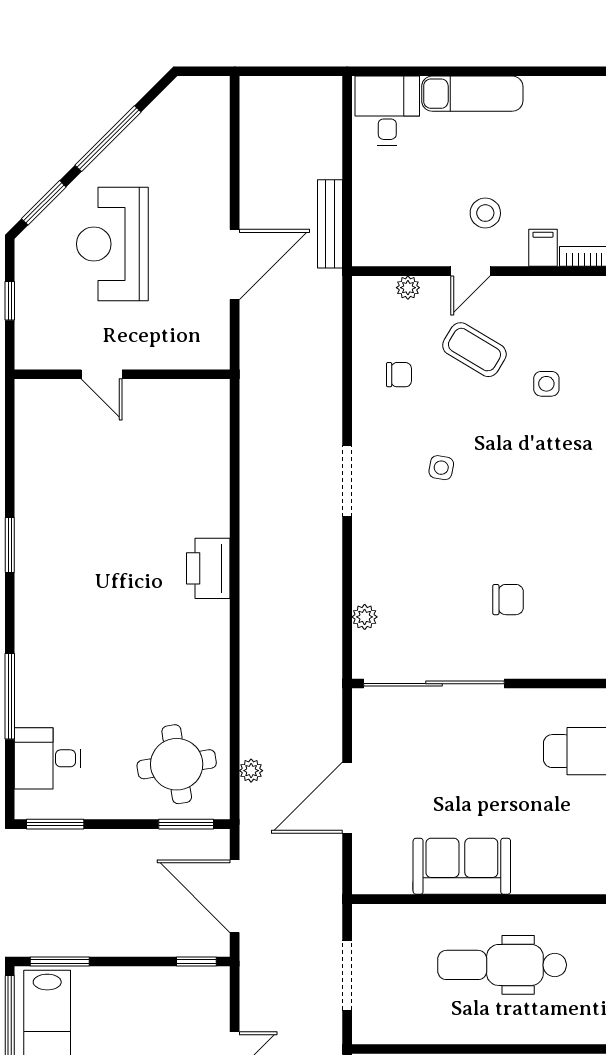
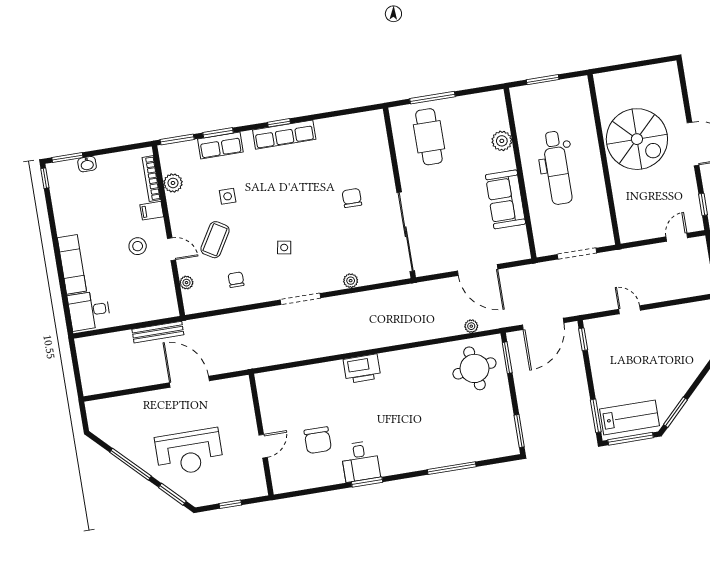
plant: (585, 293) -> (173, 183), added
chair: (97, 471) -> (318, 440), added
plant: (365, 617) -> (351, 281), moved
desk: (48, 758) -> (360, 461), moved
plant: (565, 877) -> (502, 141), added

